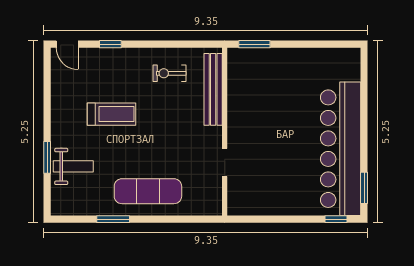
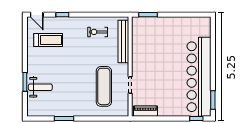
treadmill: (112, 114) -> (48, 40), moved
exercise mat: (148, 191) -> (104, 86), moved, turned 90
piano: (250, 207) -> (145, 111), added

